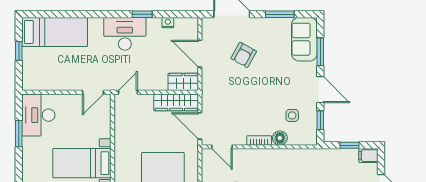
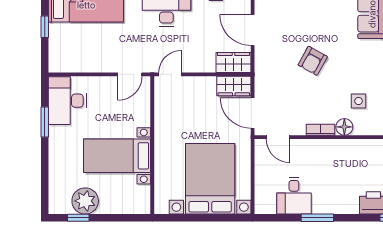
armchair: (244, 55) -> (313, 61), moved
wardrobe: (176, 102) -> (234, 86), width x0.67

